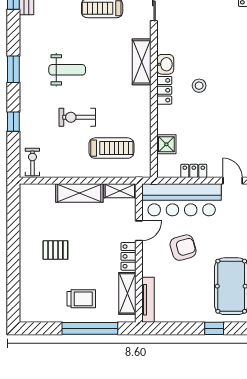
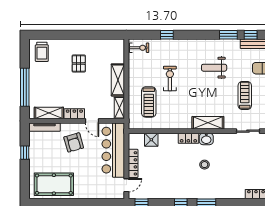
window: (13, 69) -> (228, 35), moved
weight bench: (67, 70) -> (214, 68), moved, turned 90
stool: (199, 86) -> (205, 165), moved
locker: (194, 171) -> (133, 163), width x1.53
armchair: (183, 248) -> (74, 142), moved
trolley: (81, 299) -> (42, 52), moved
window: (214, 328) -> (25, 153), moved

